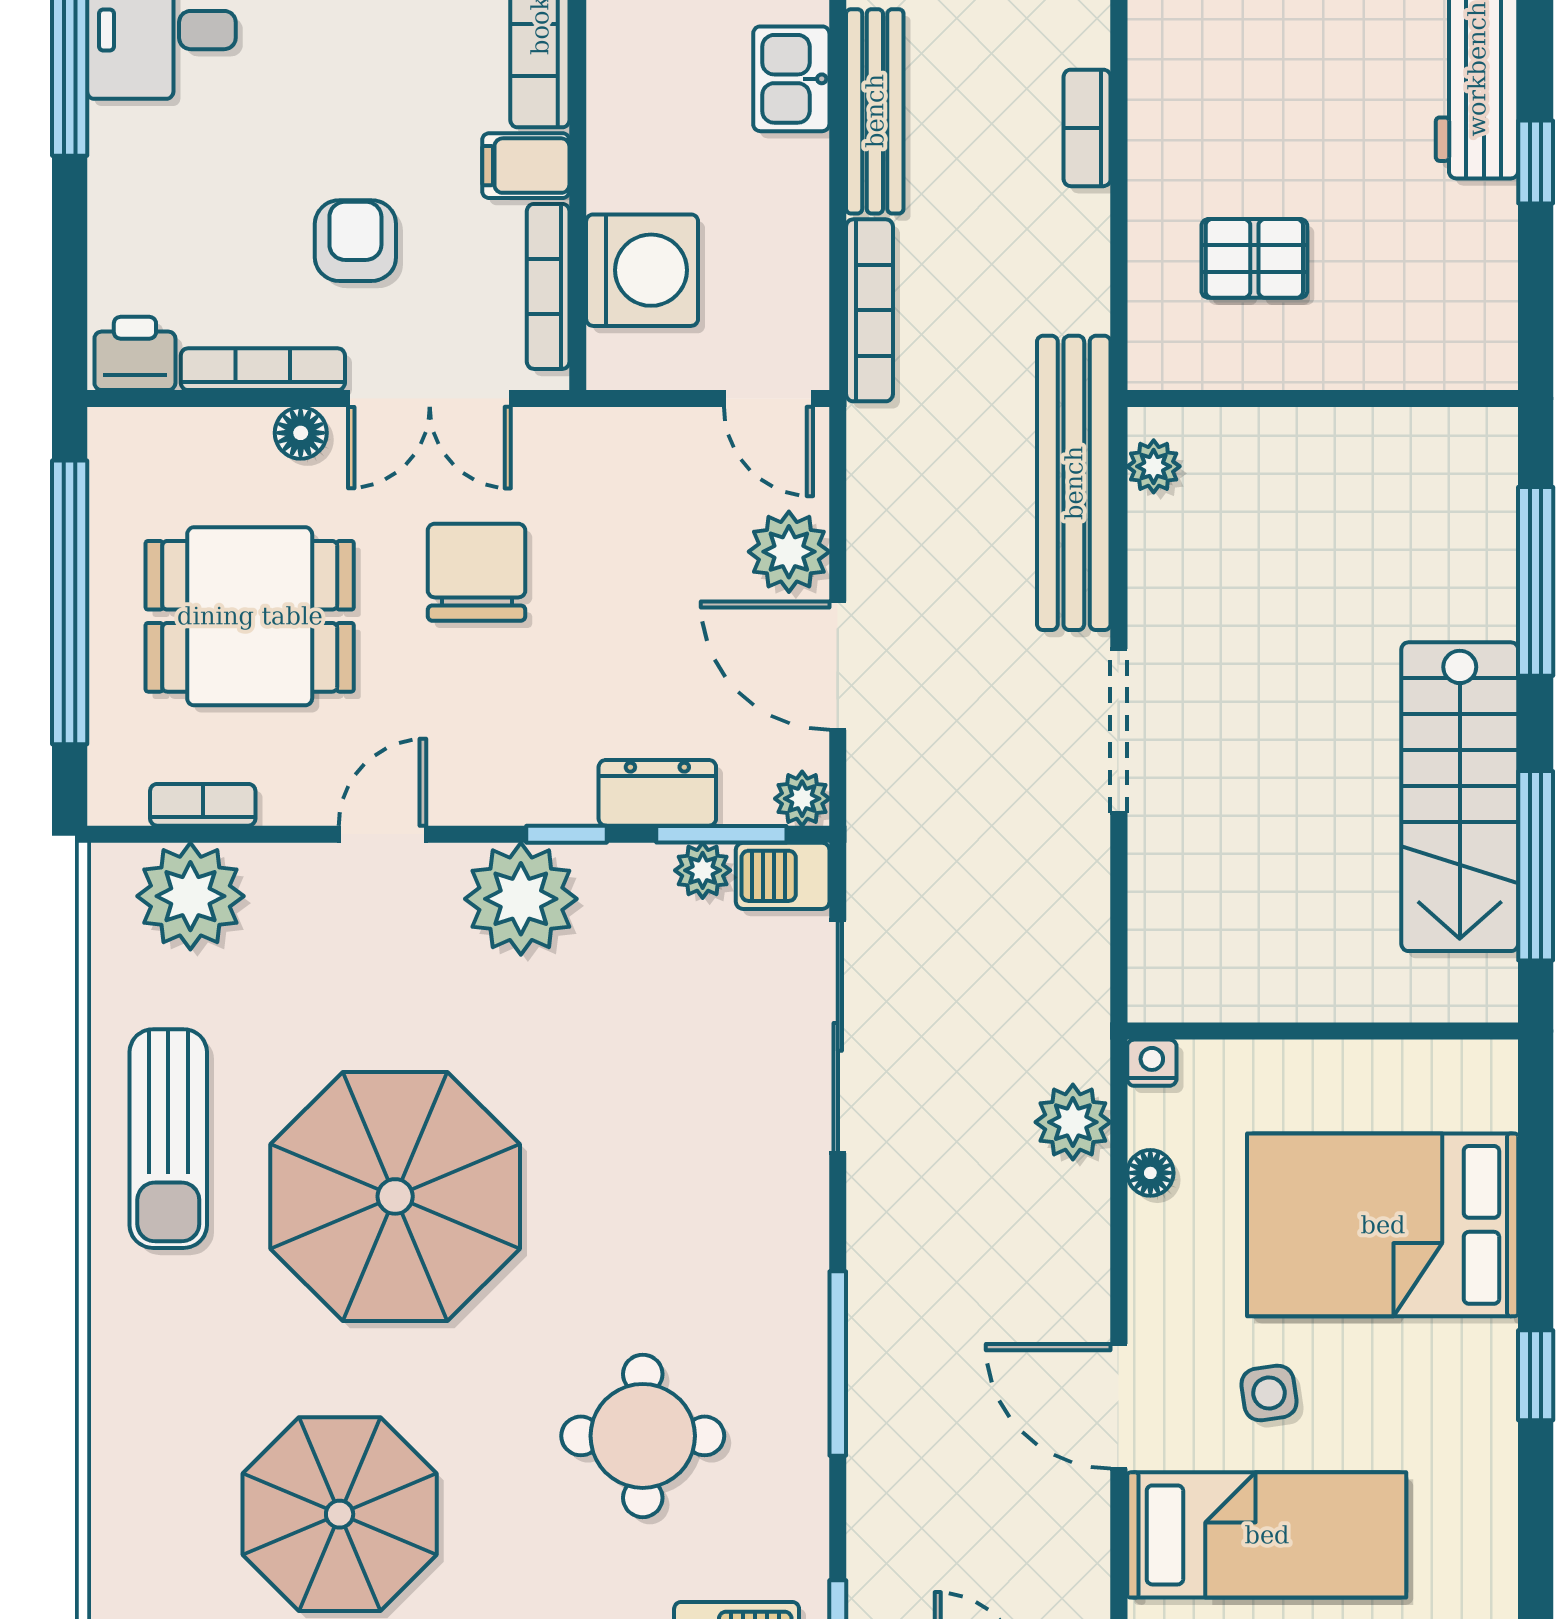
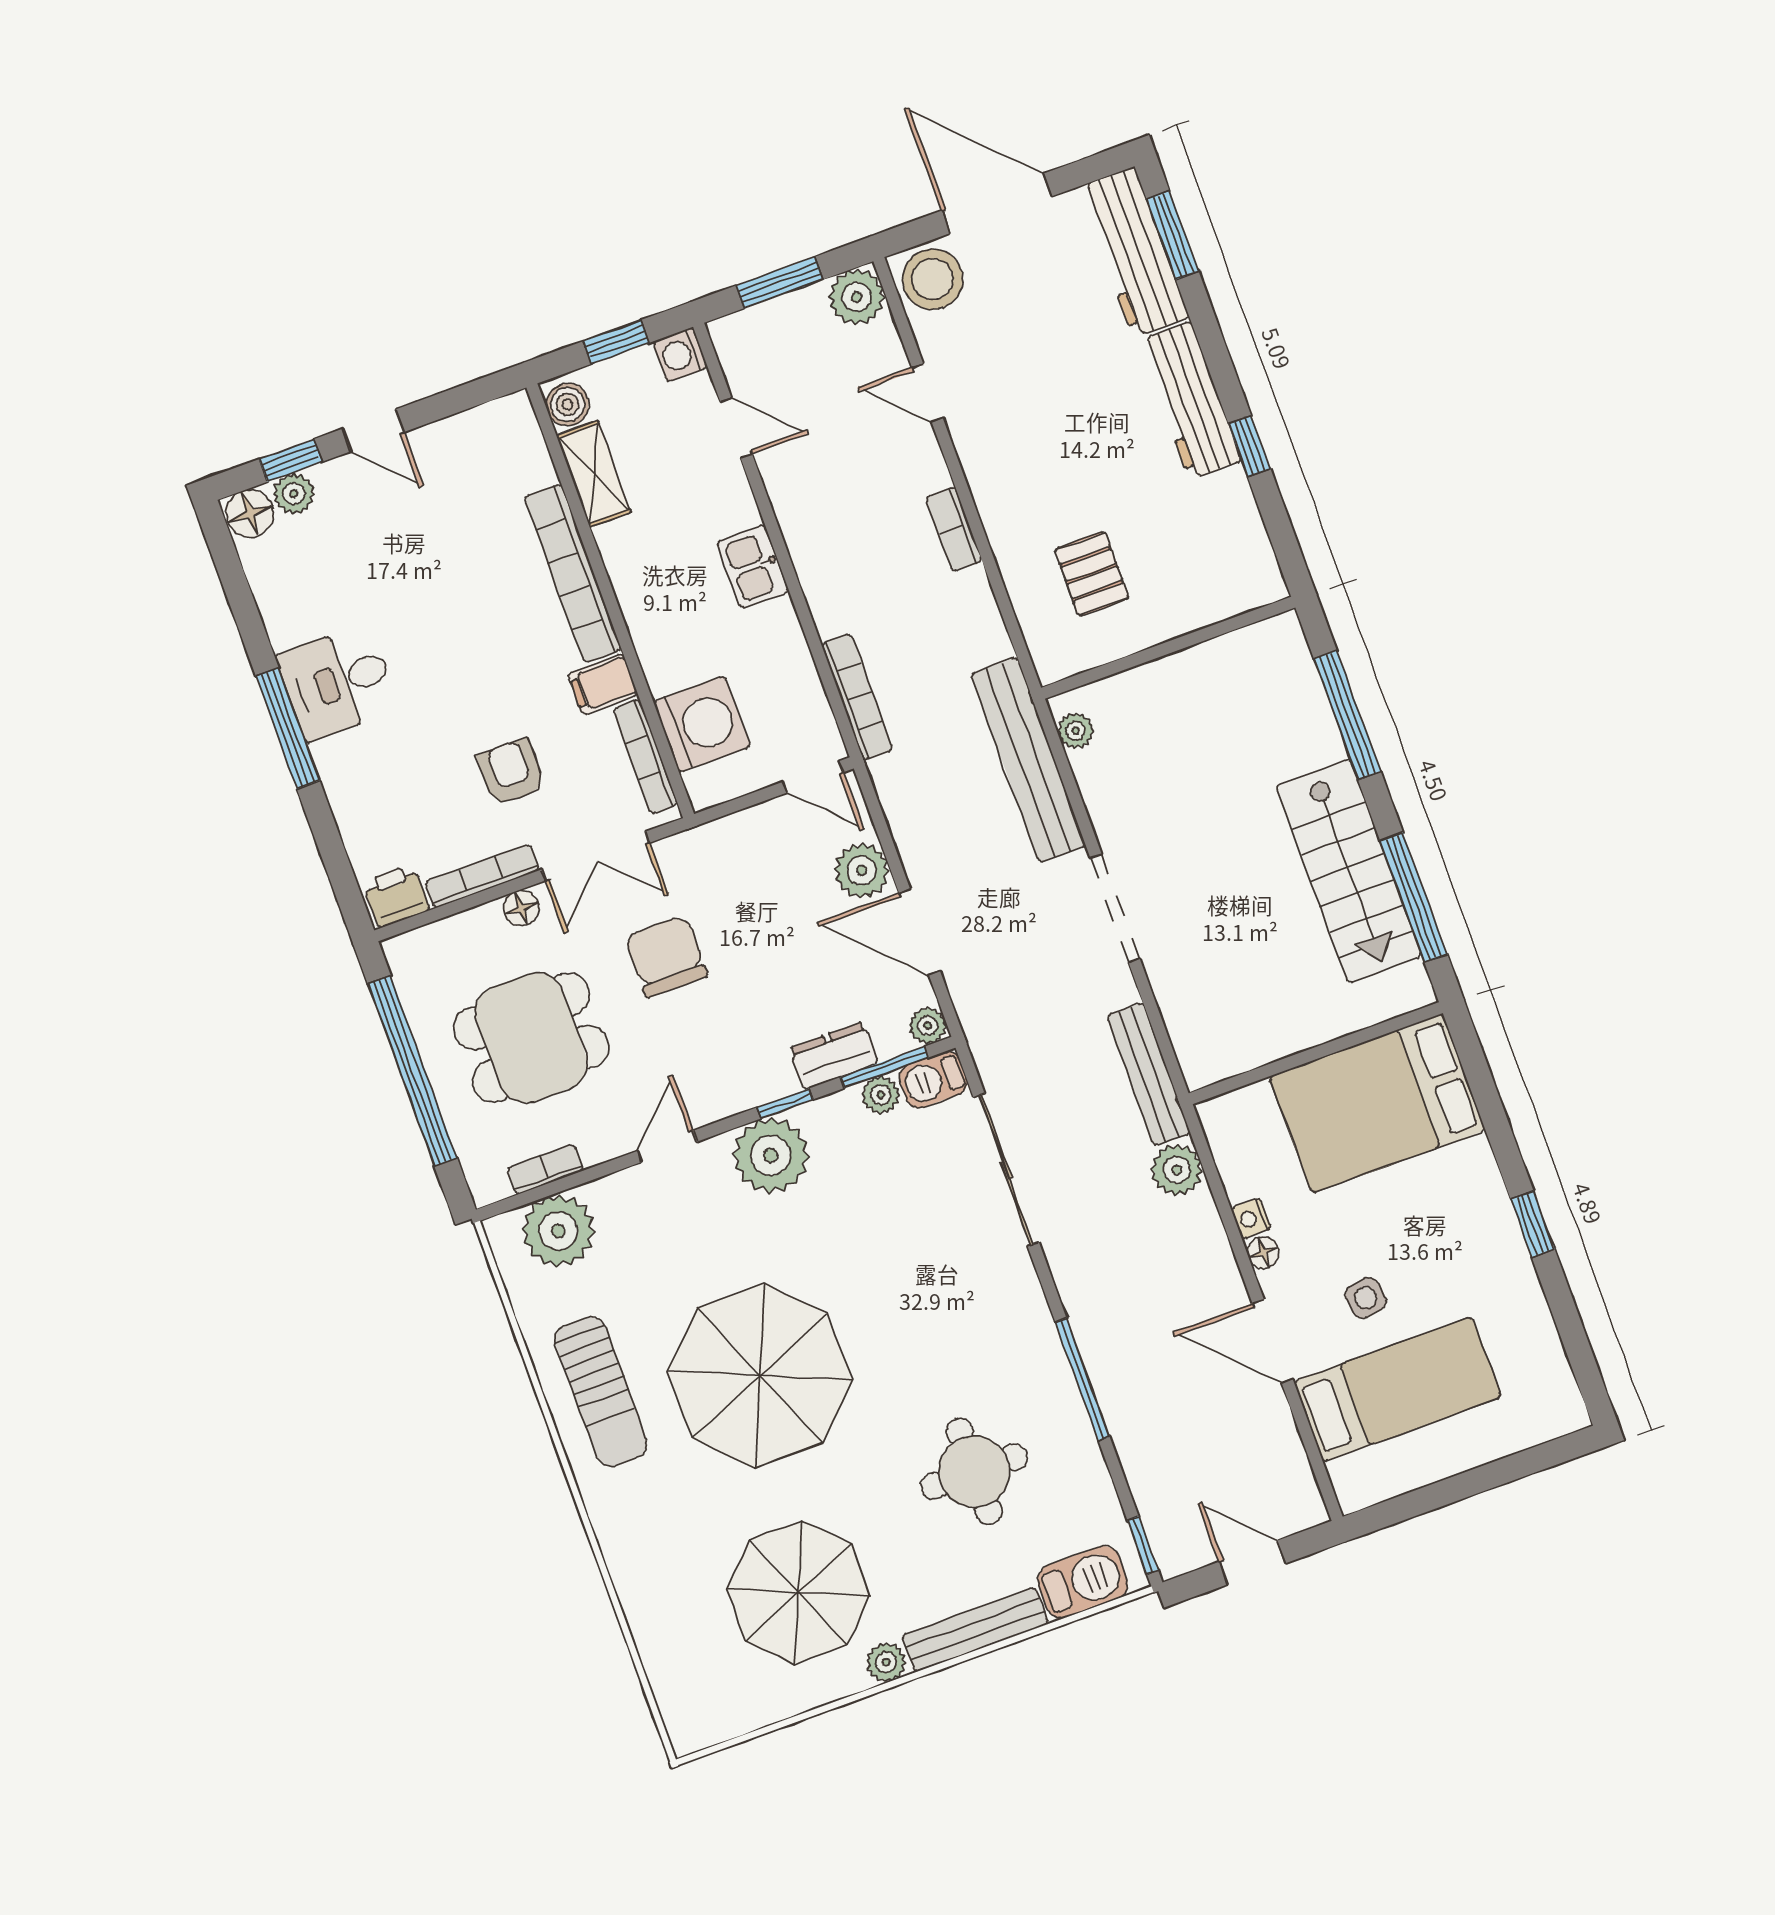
bench: (875, 111) -> (1149, 1074), moved
pallet: (1254, 258) -> (1092, 574), turned 90
nightstand: (1152, 1063) -> (1251, 1218), moved, turned -90
floor lamp: (1150, 1173) -> (1263, 1253), moved
bed: (1383, 1225) -> (1377, 1103), moved

